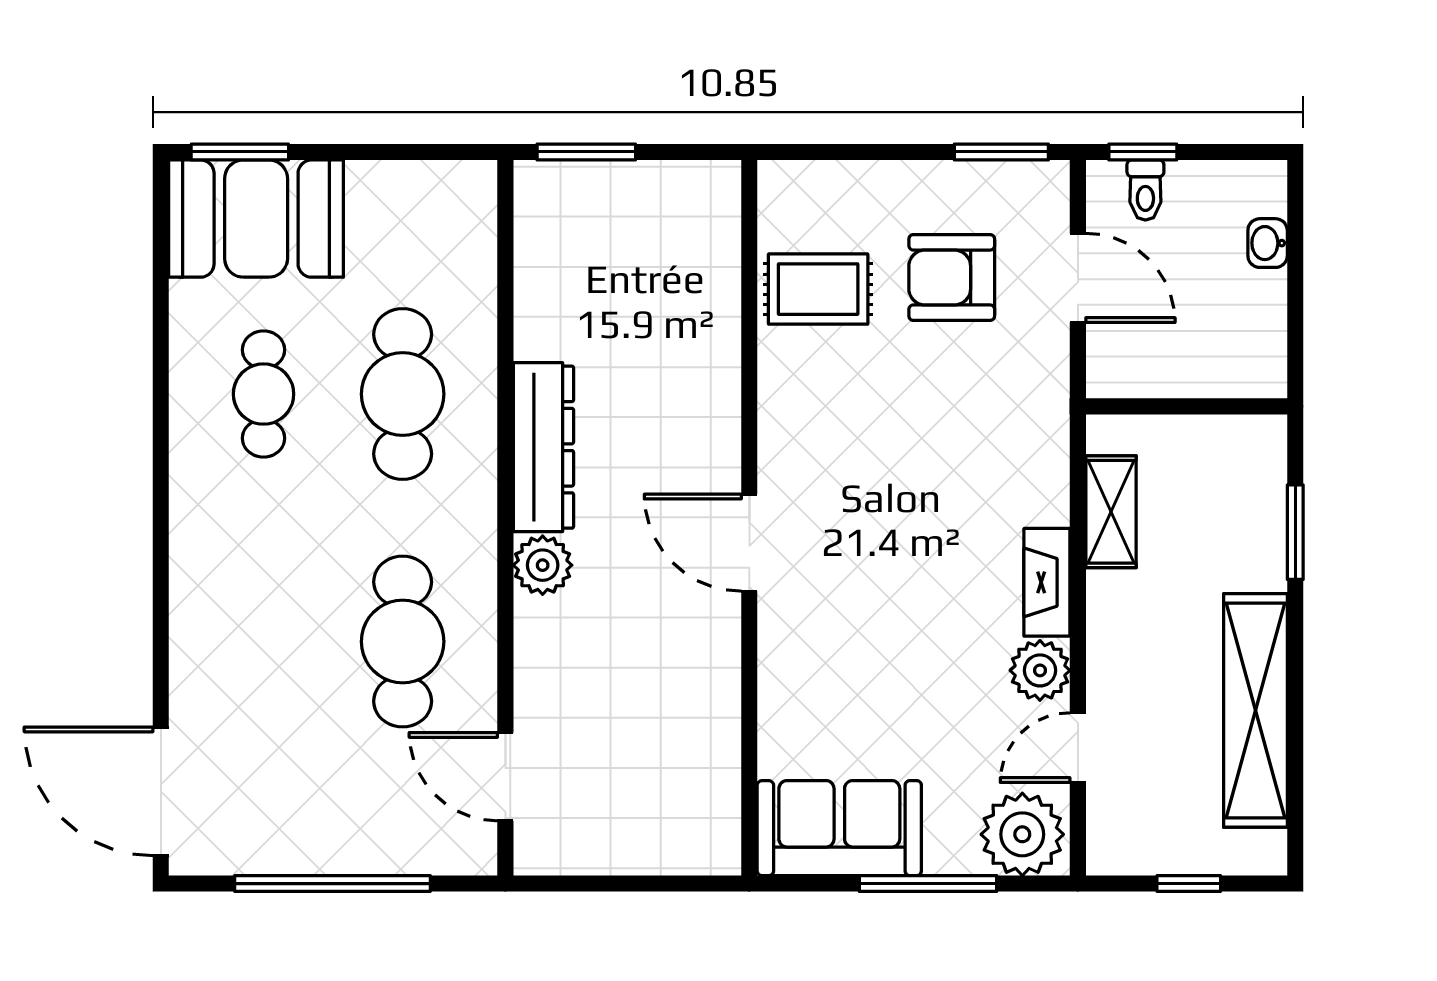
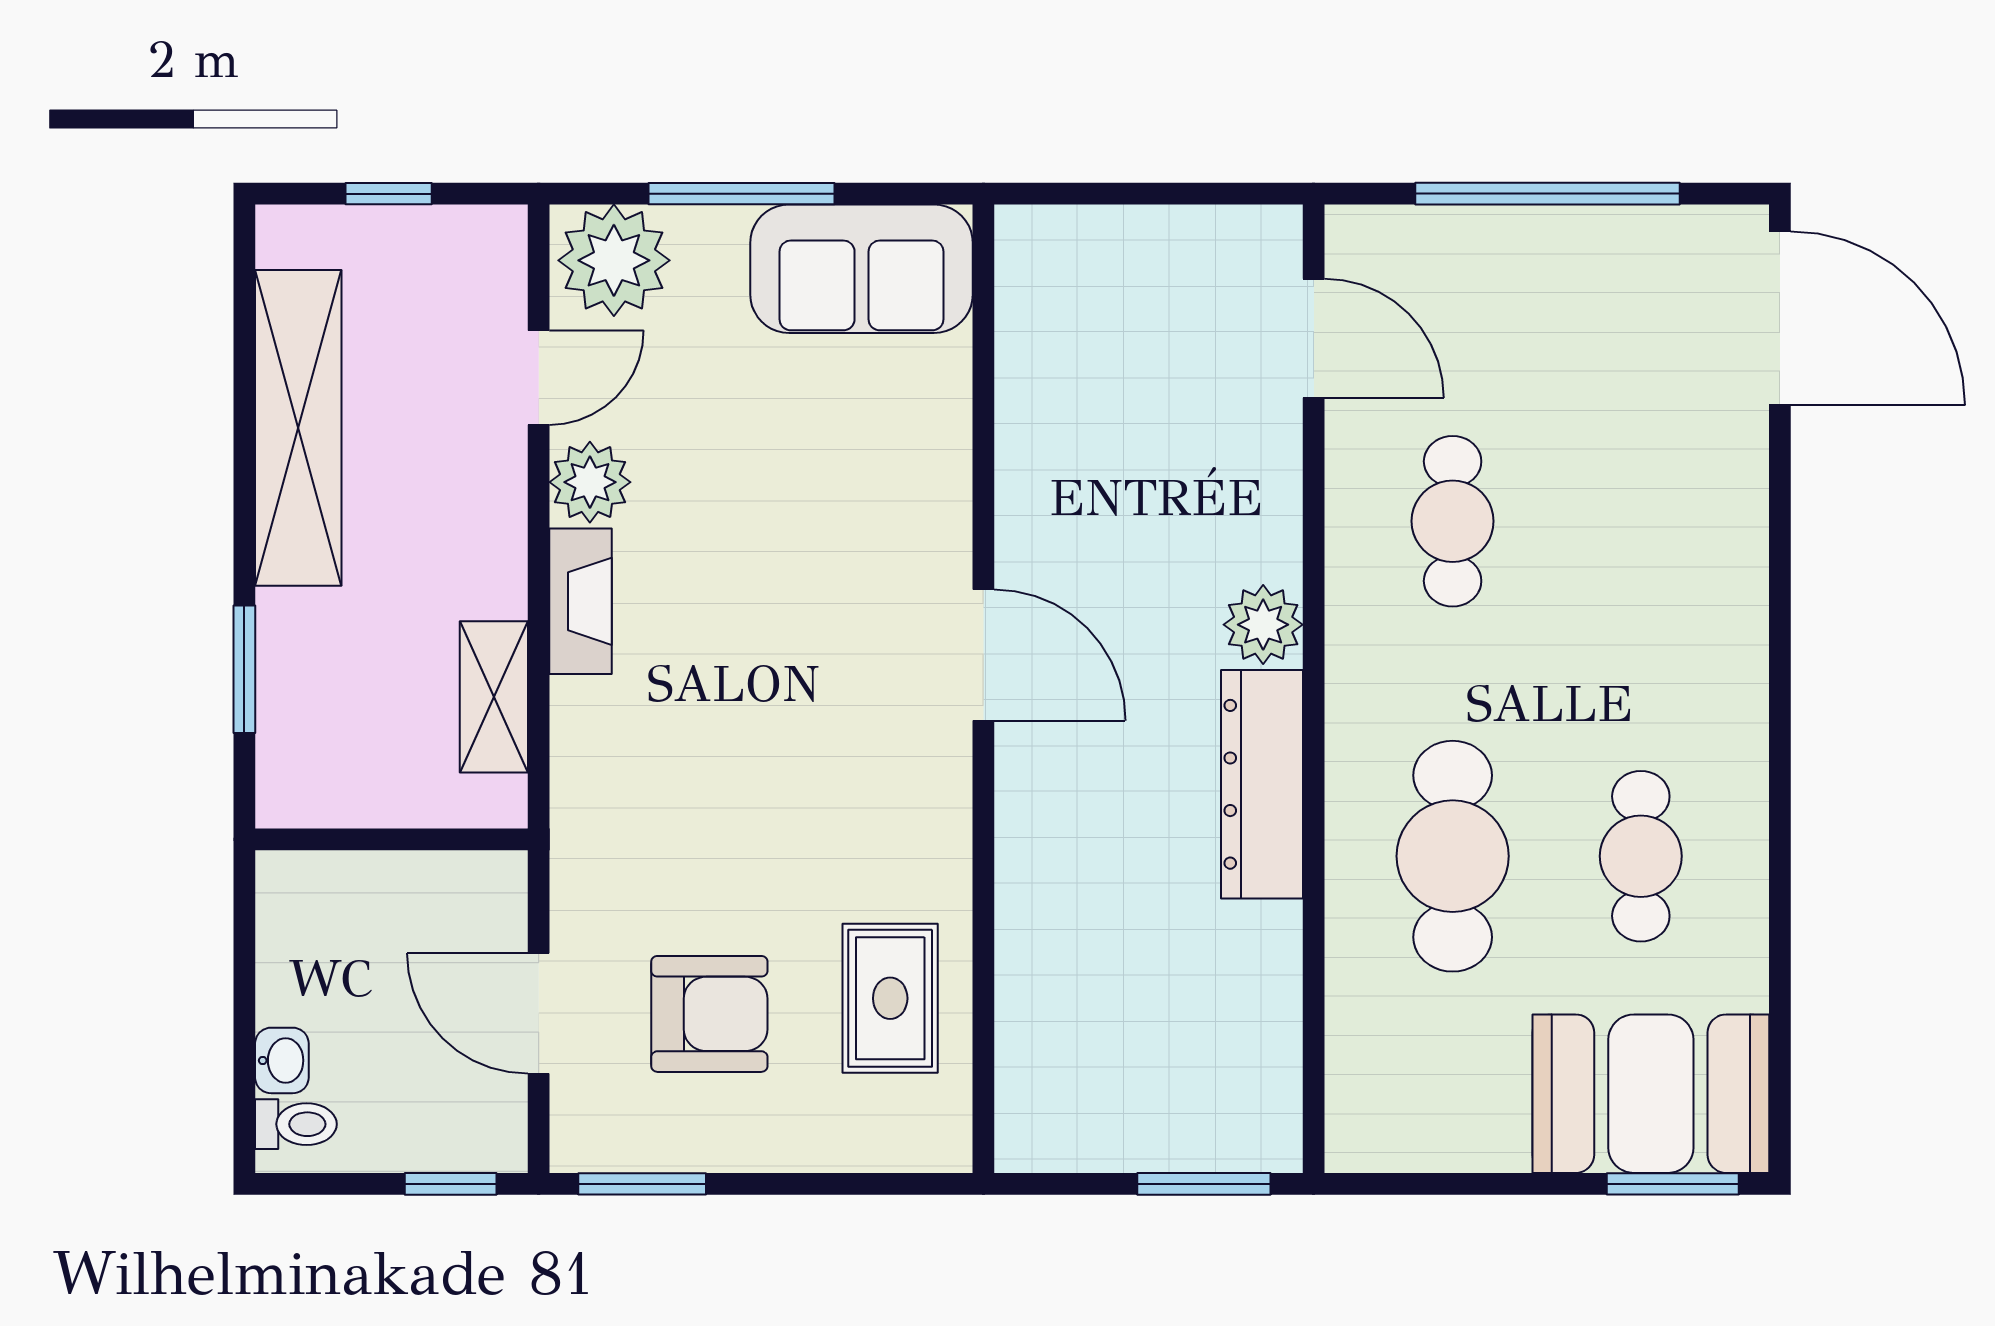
toilet: (1145, 190) -> (296, 1124), moved, turned 90
rug: (818, 289) -> (890, 998), turned 90
cafe table: (403, 642) -> (1453, 521), width x0.73, depth x0.74

